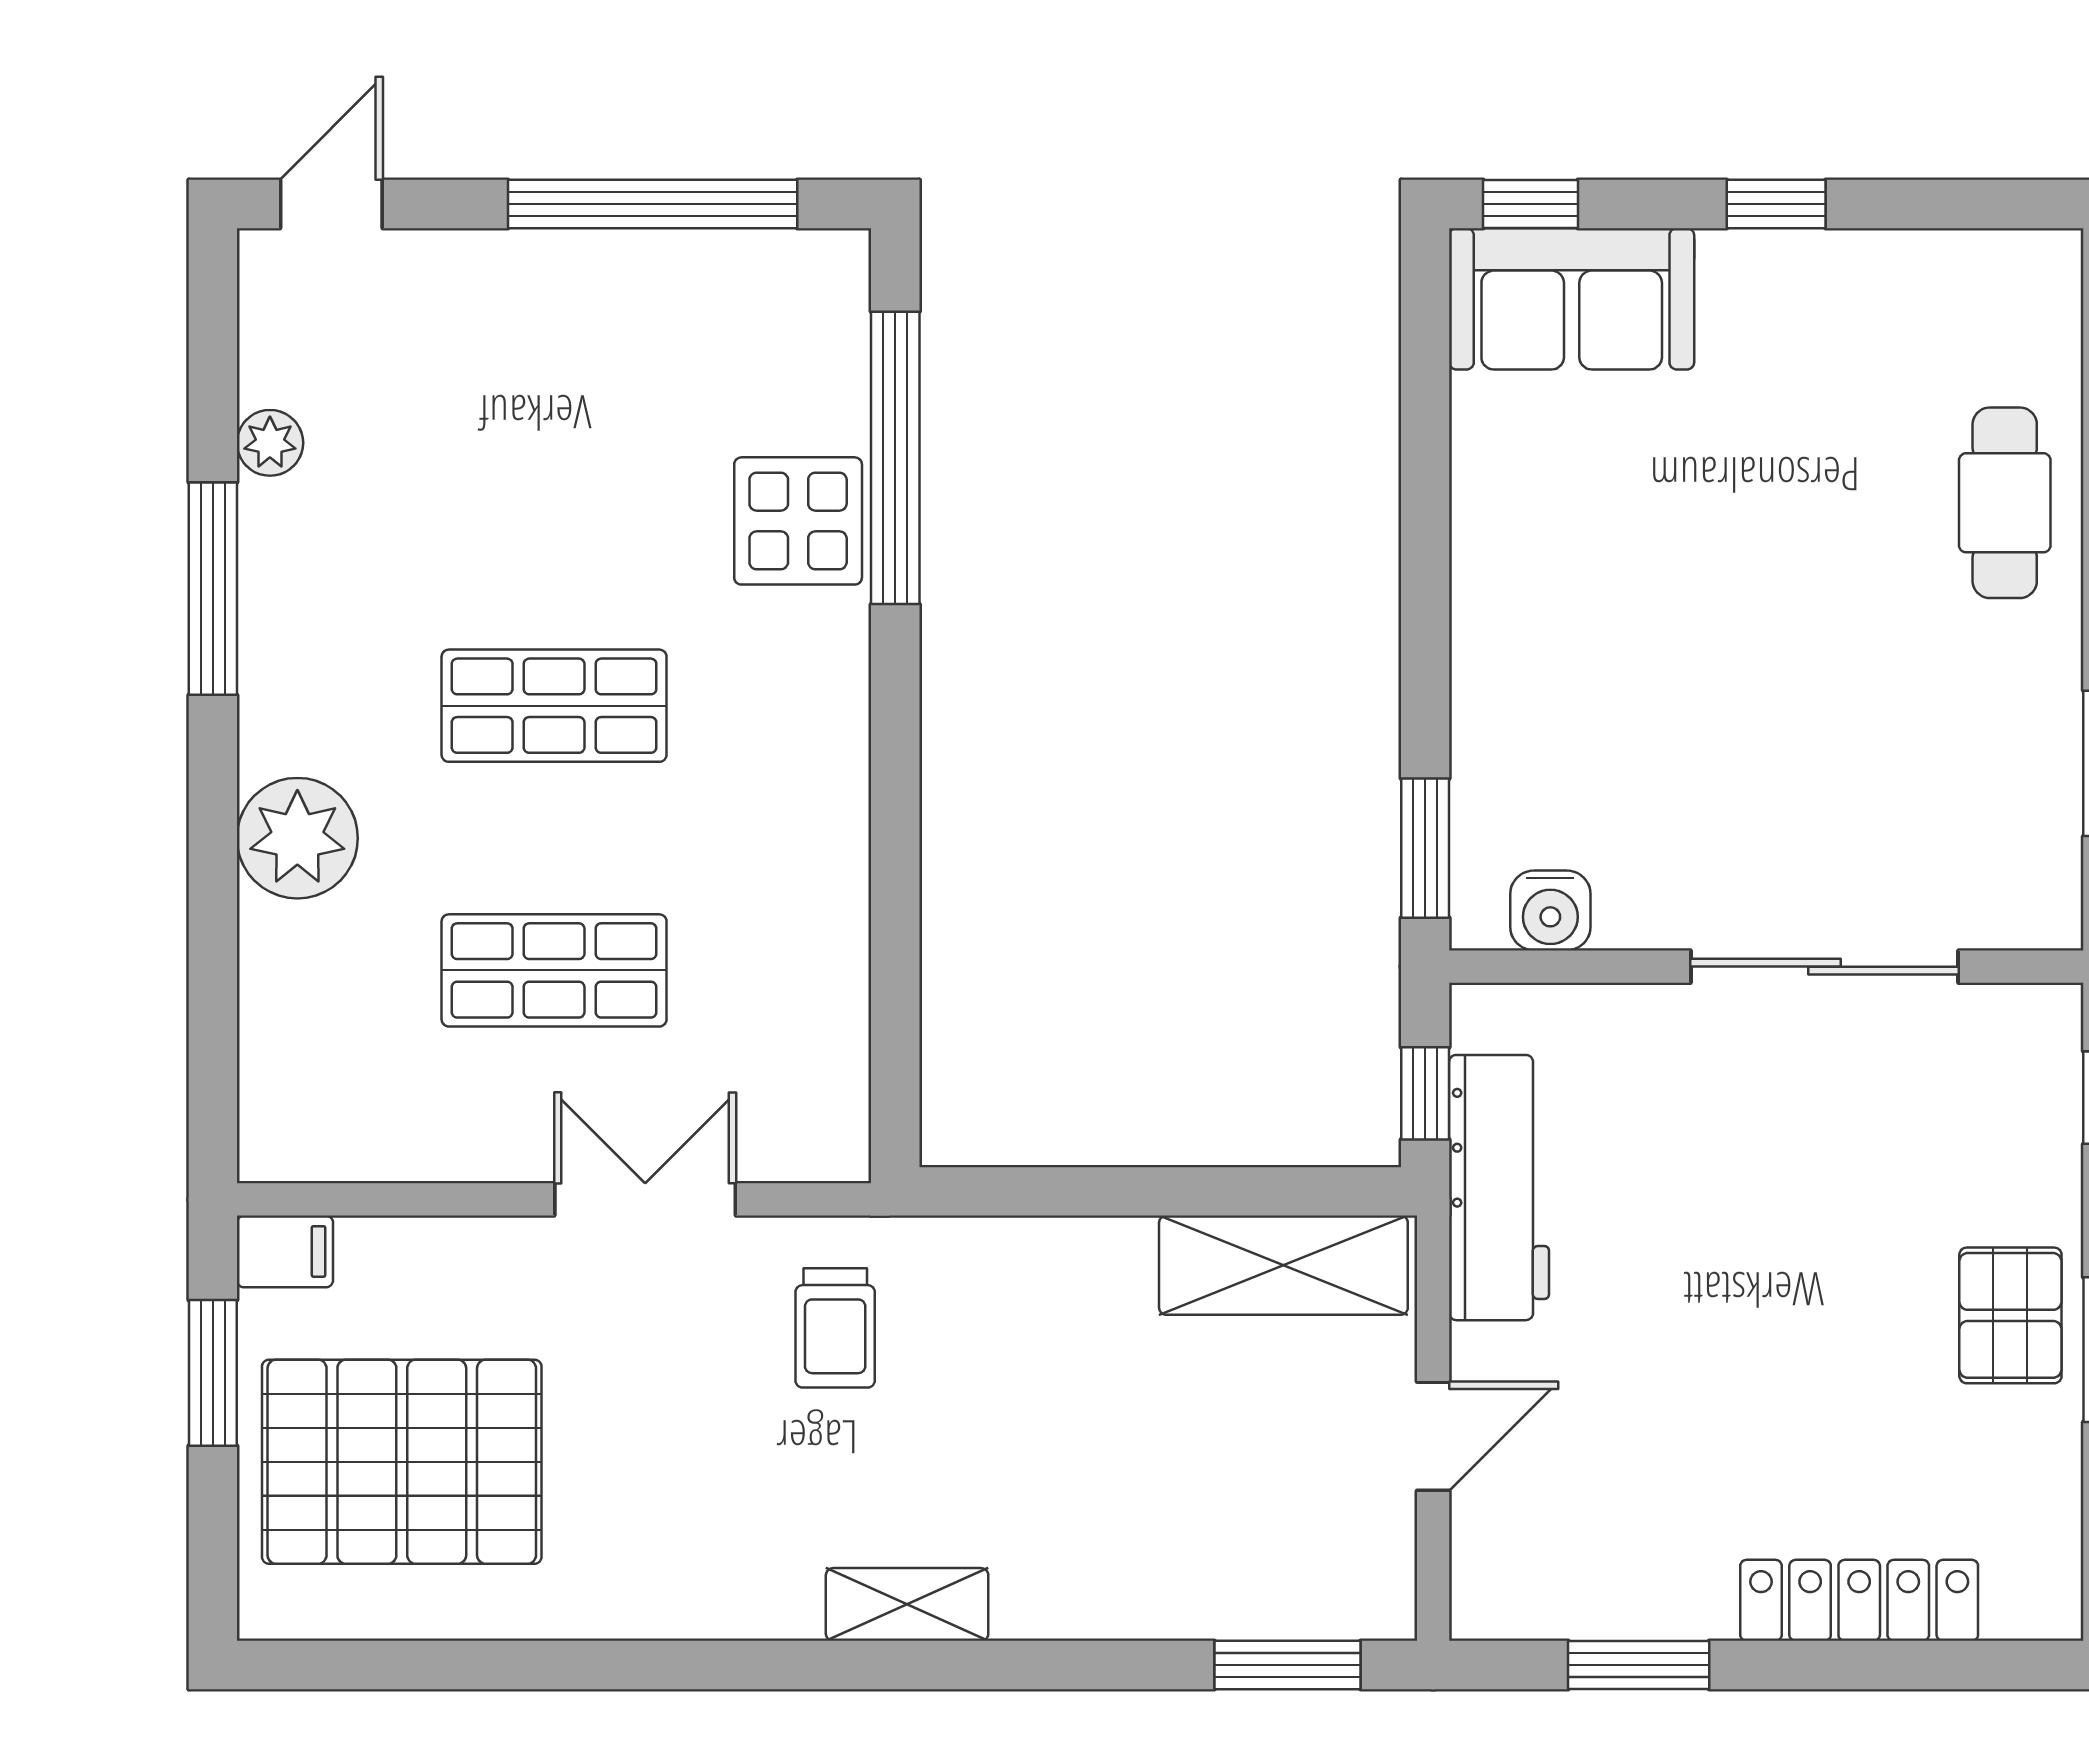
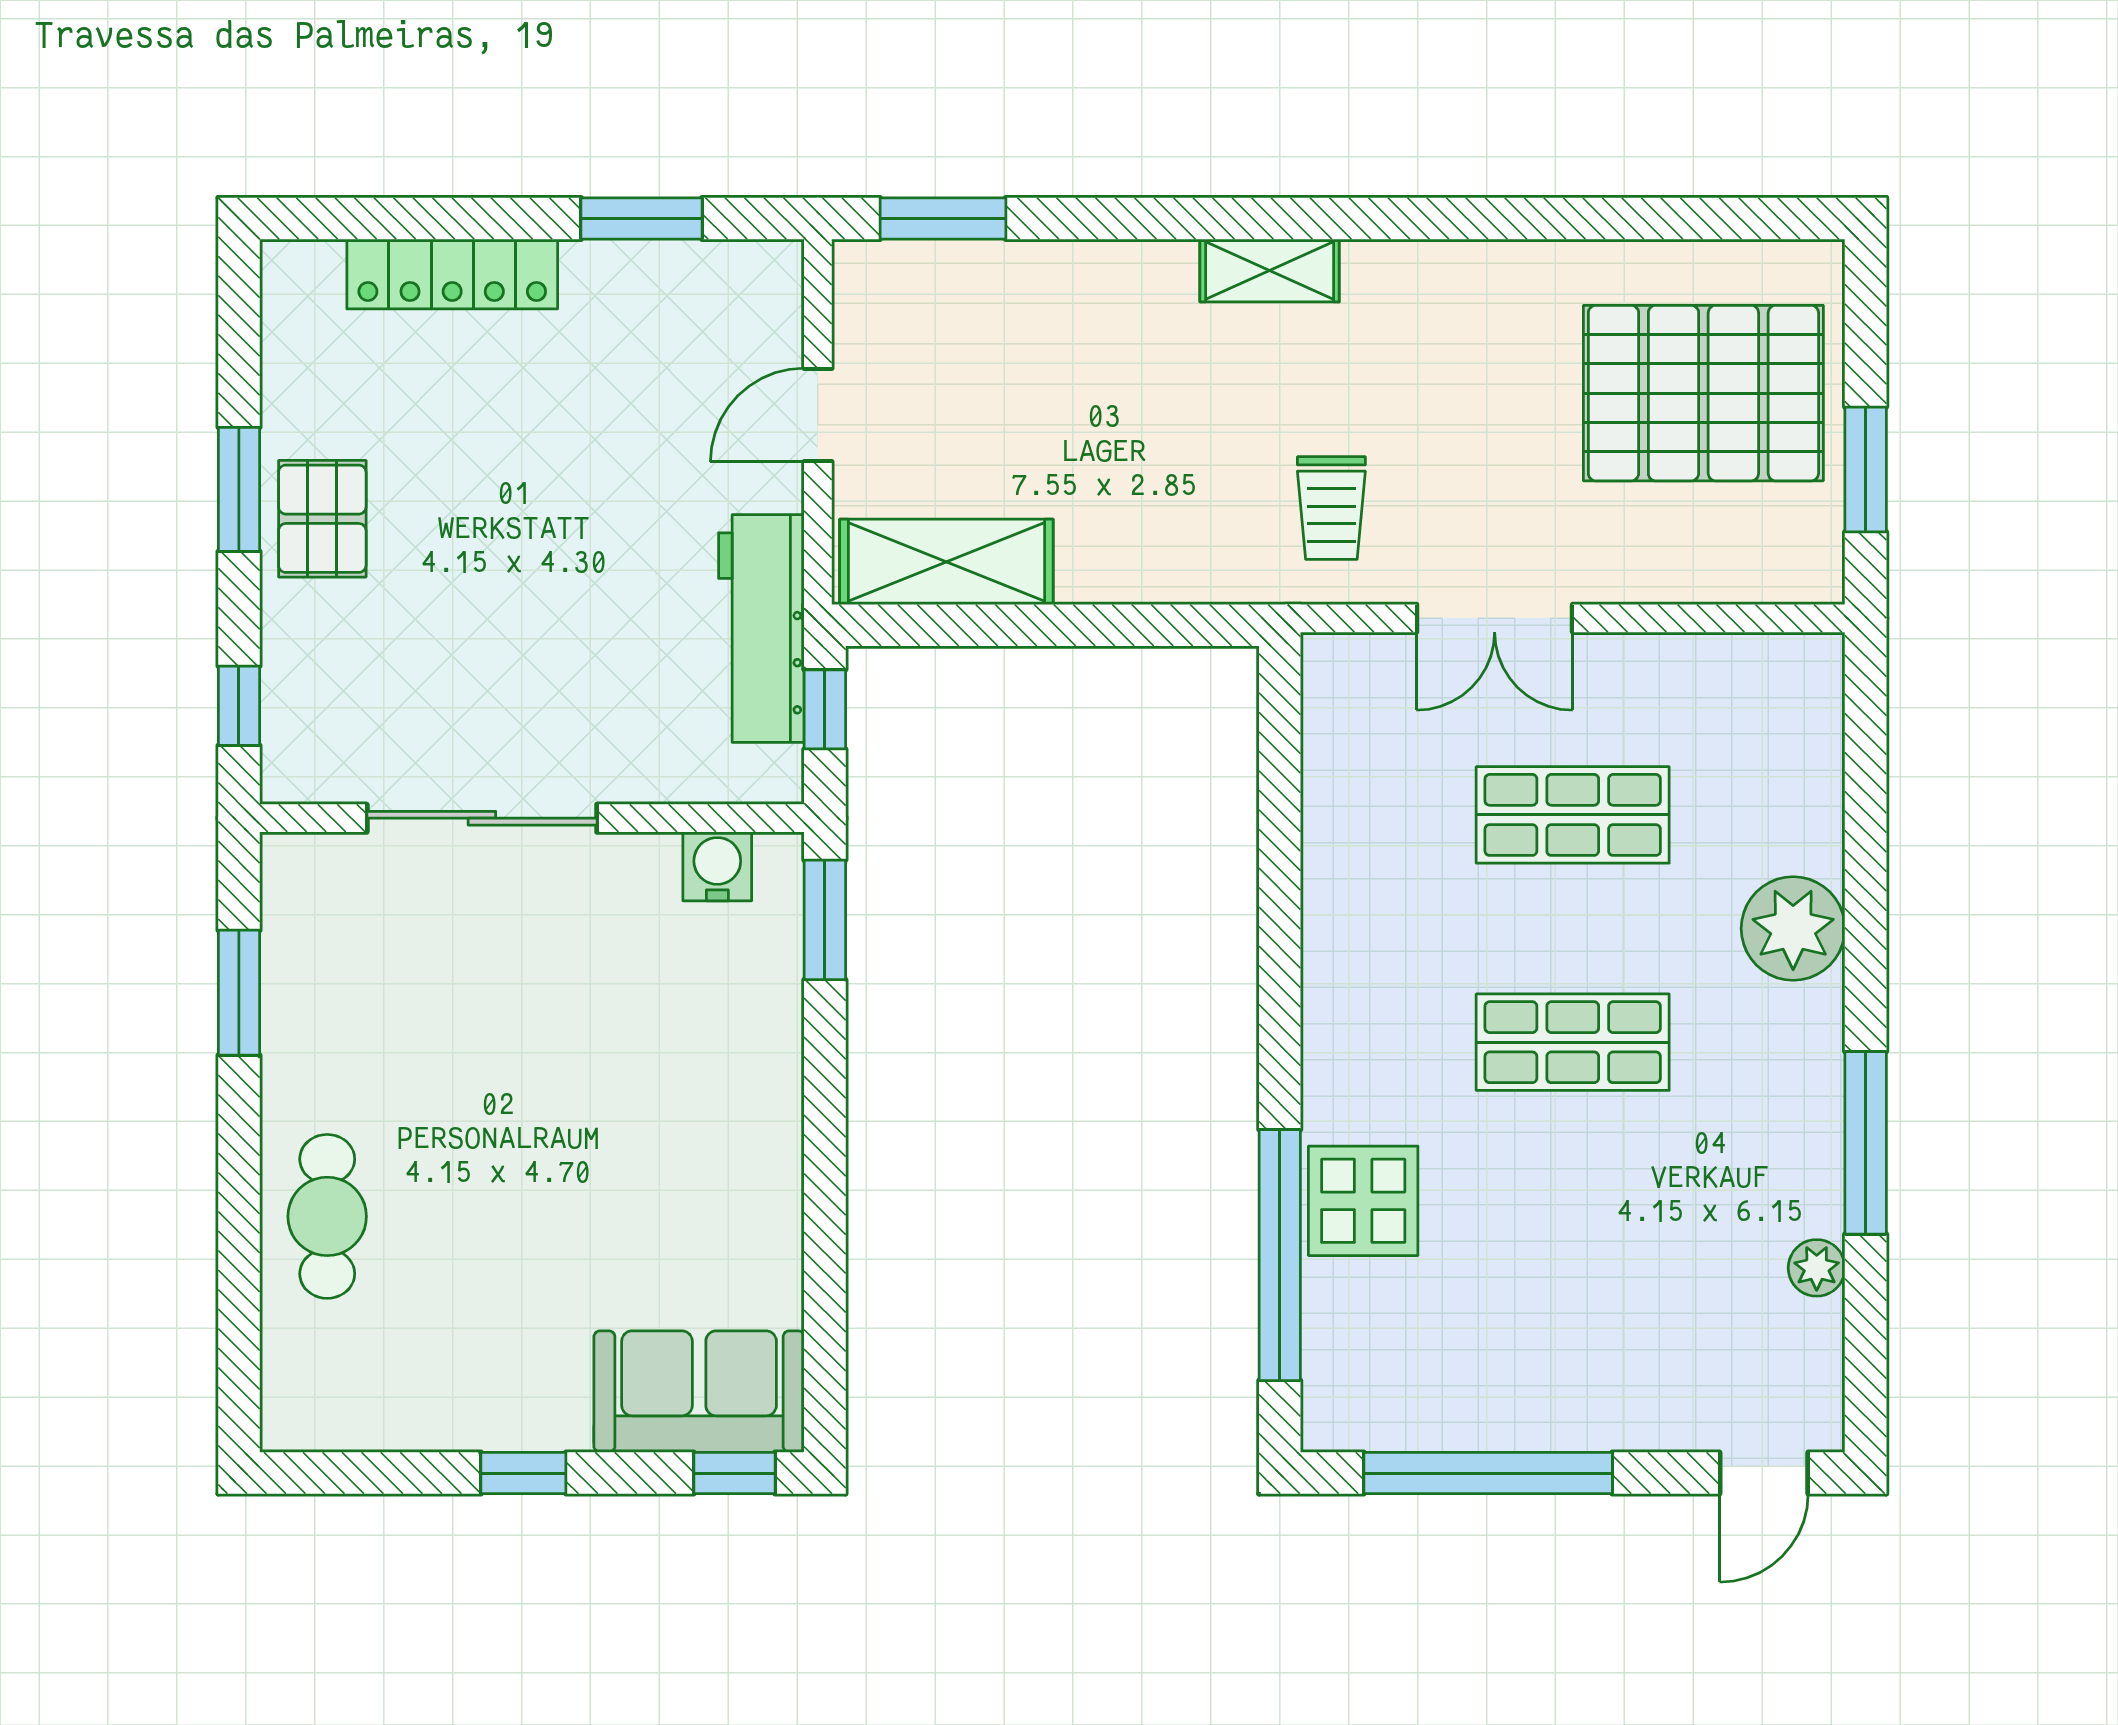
filing cabinet: (285, 1251) -> (1804, 574), removed
trolley: (835, 1328) -> (1331, 508), turned 180

